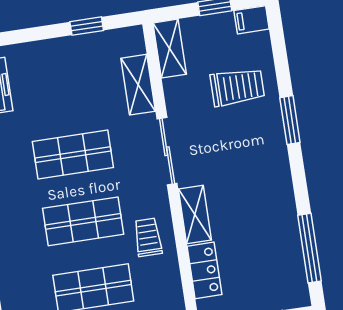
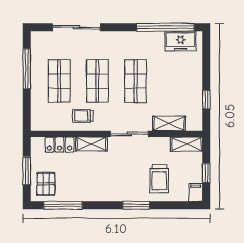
trolley: (148, 237) -> (83, 116), turned 180
pallet: (277, 284) -> (46, 184), added

